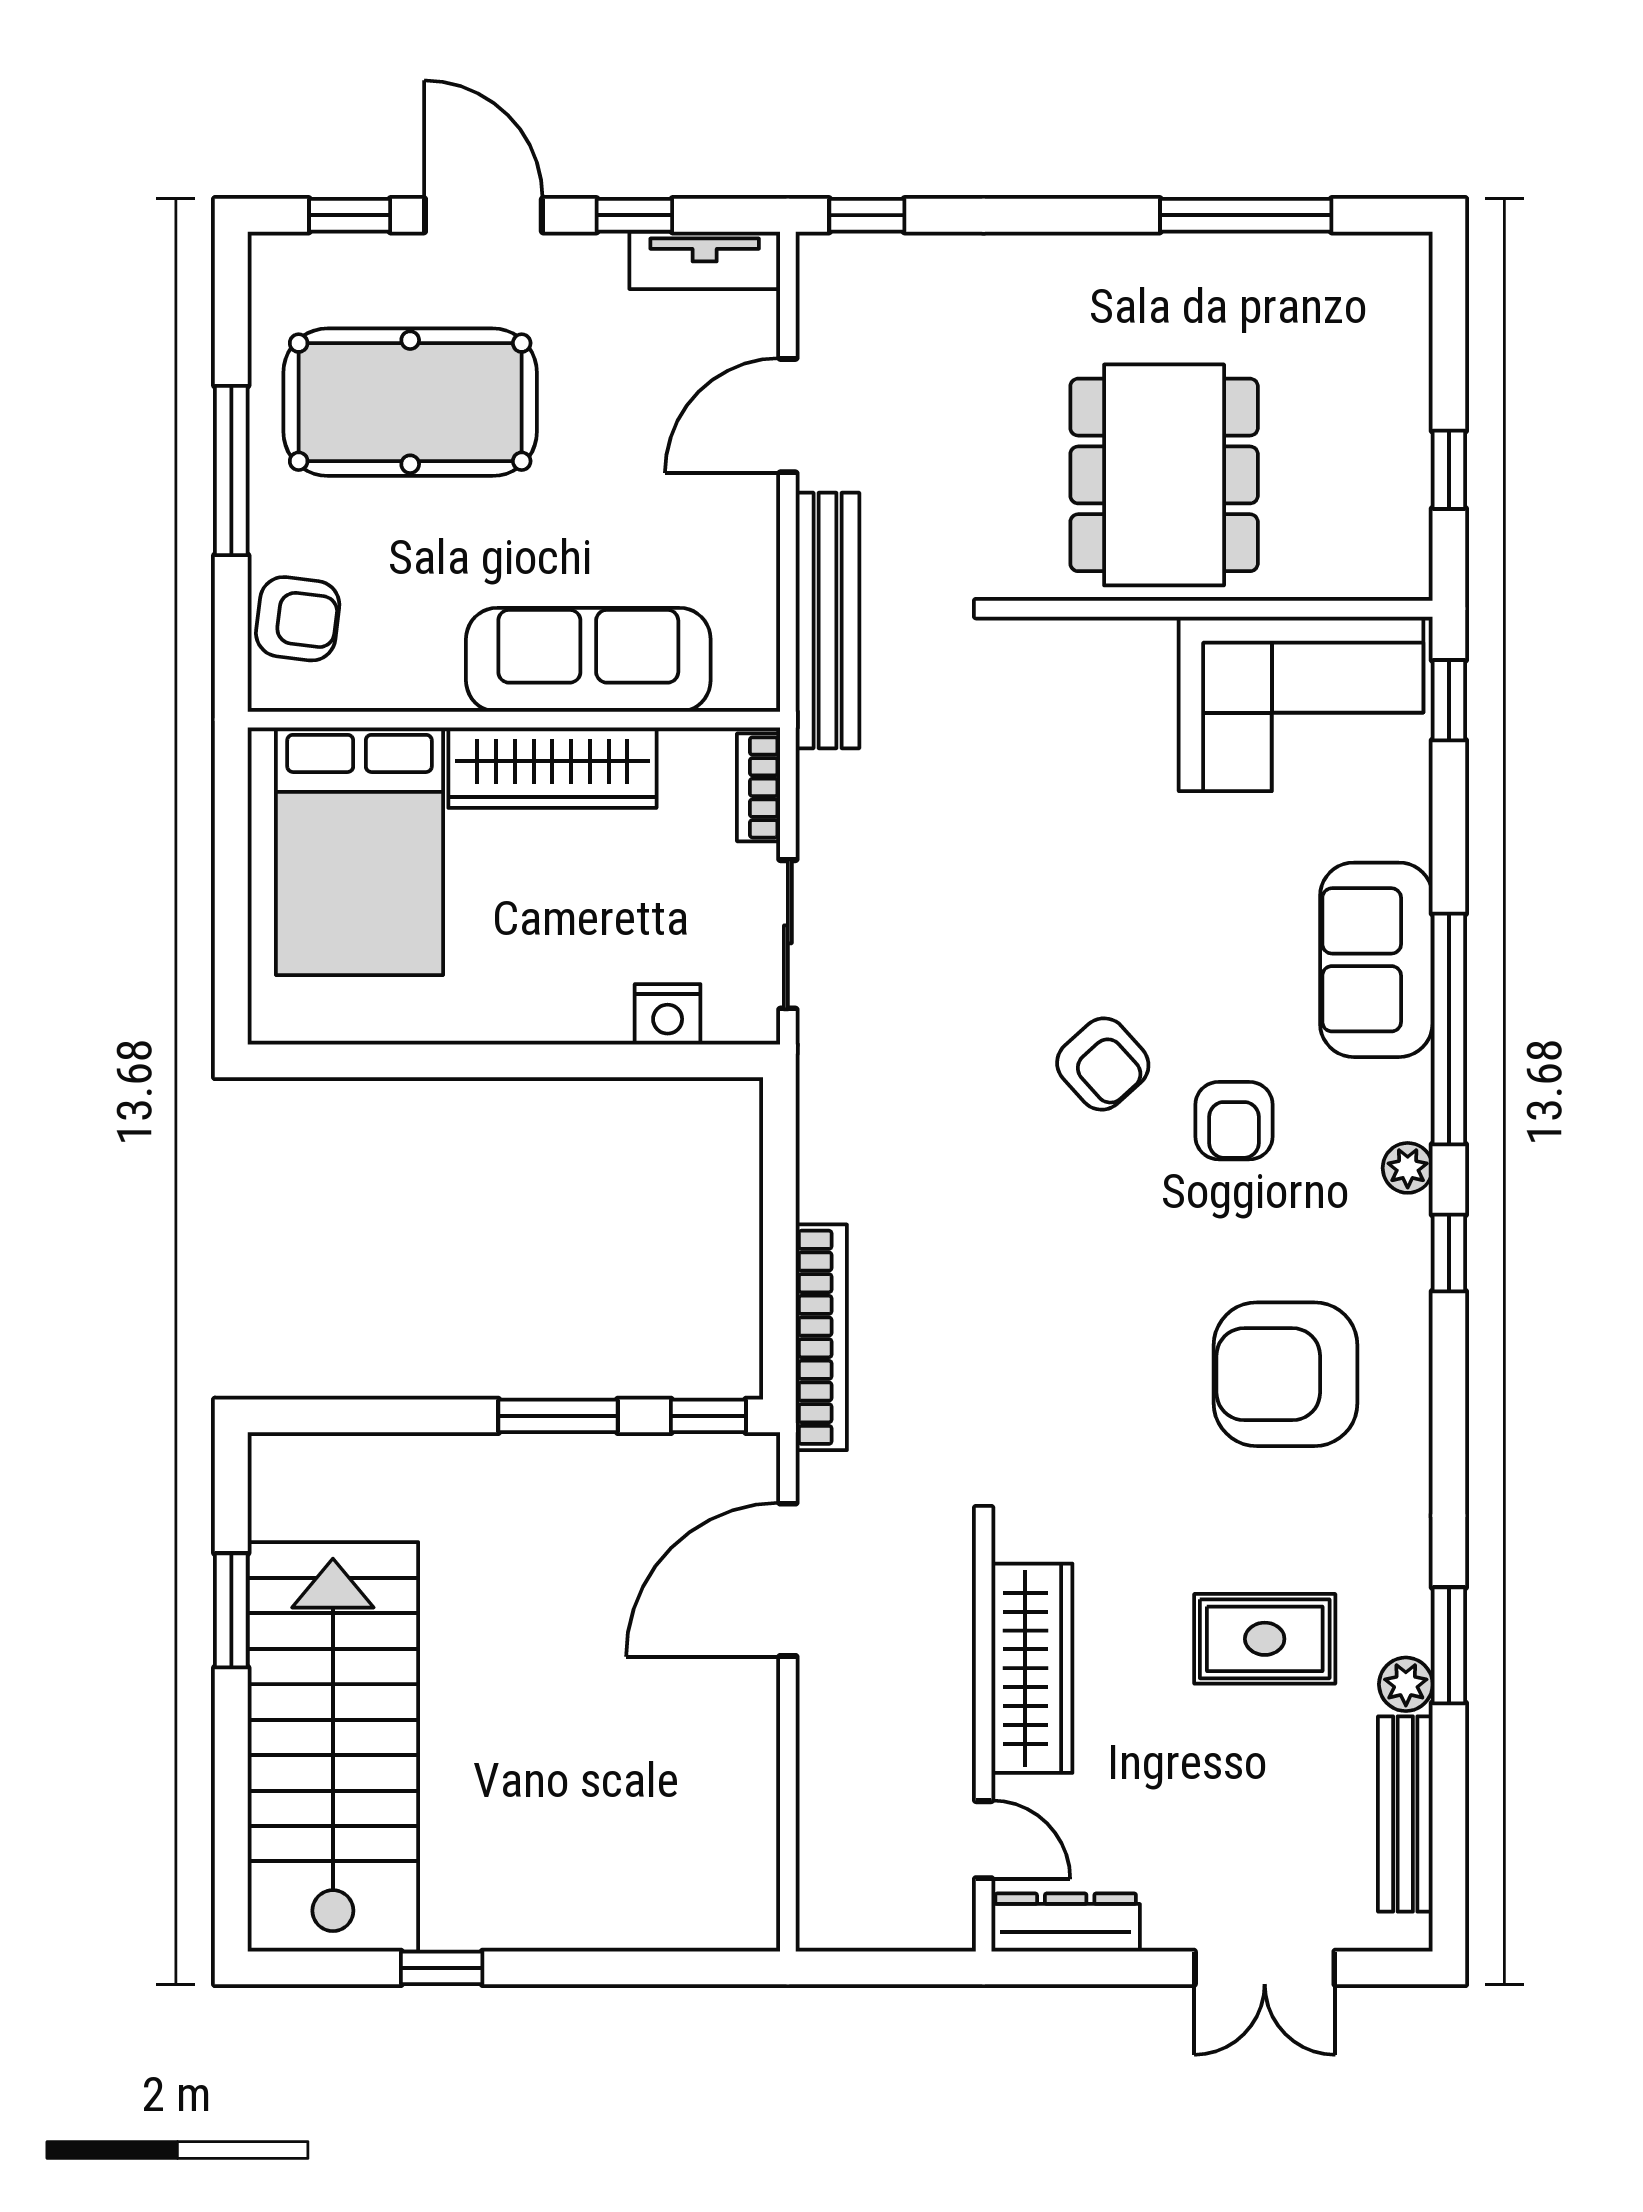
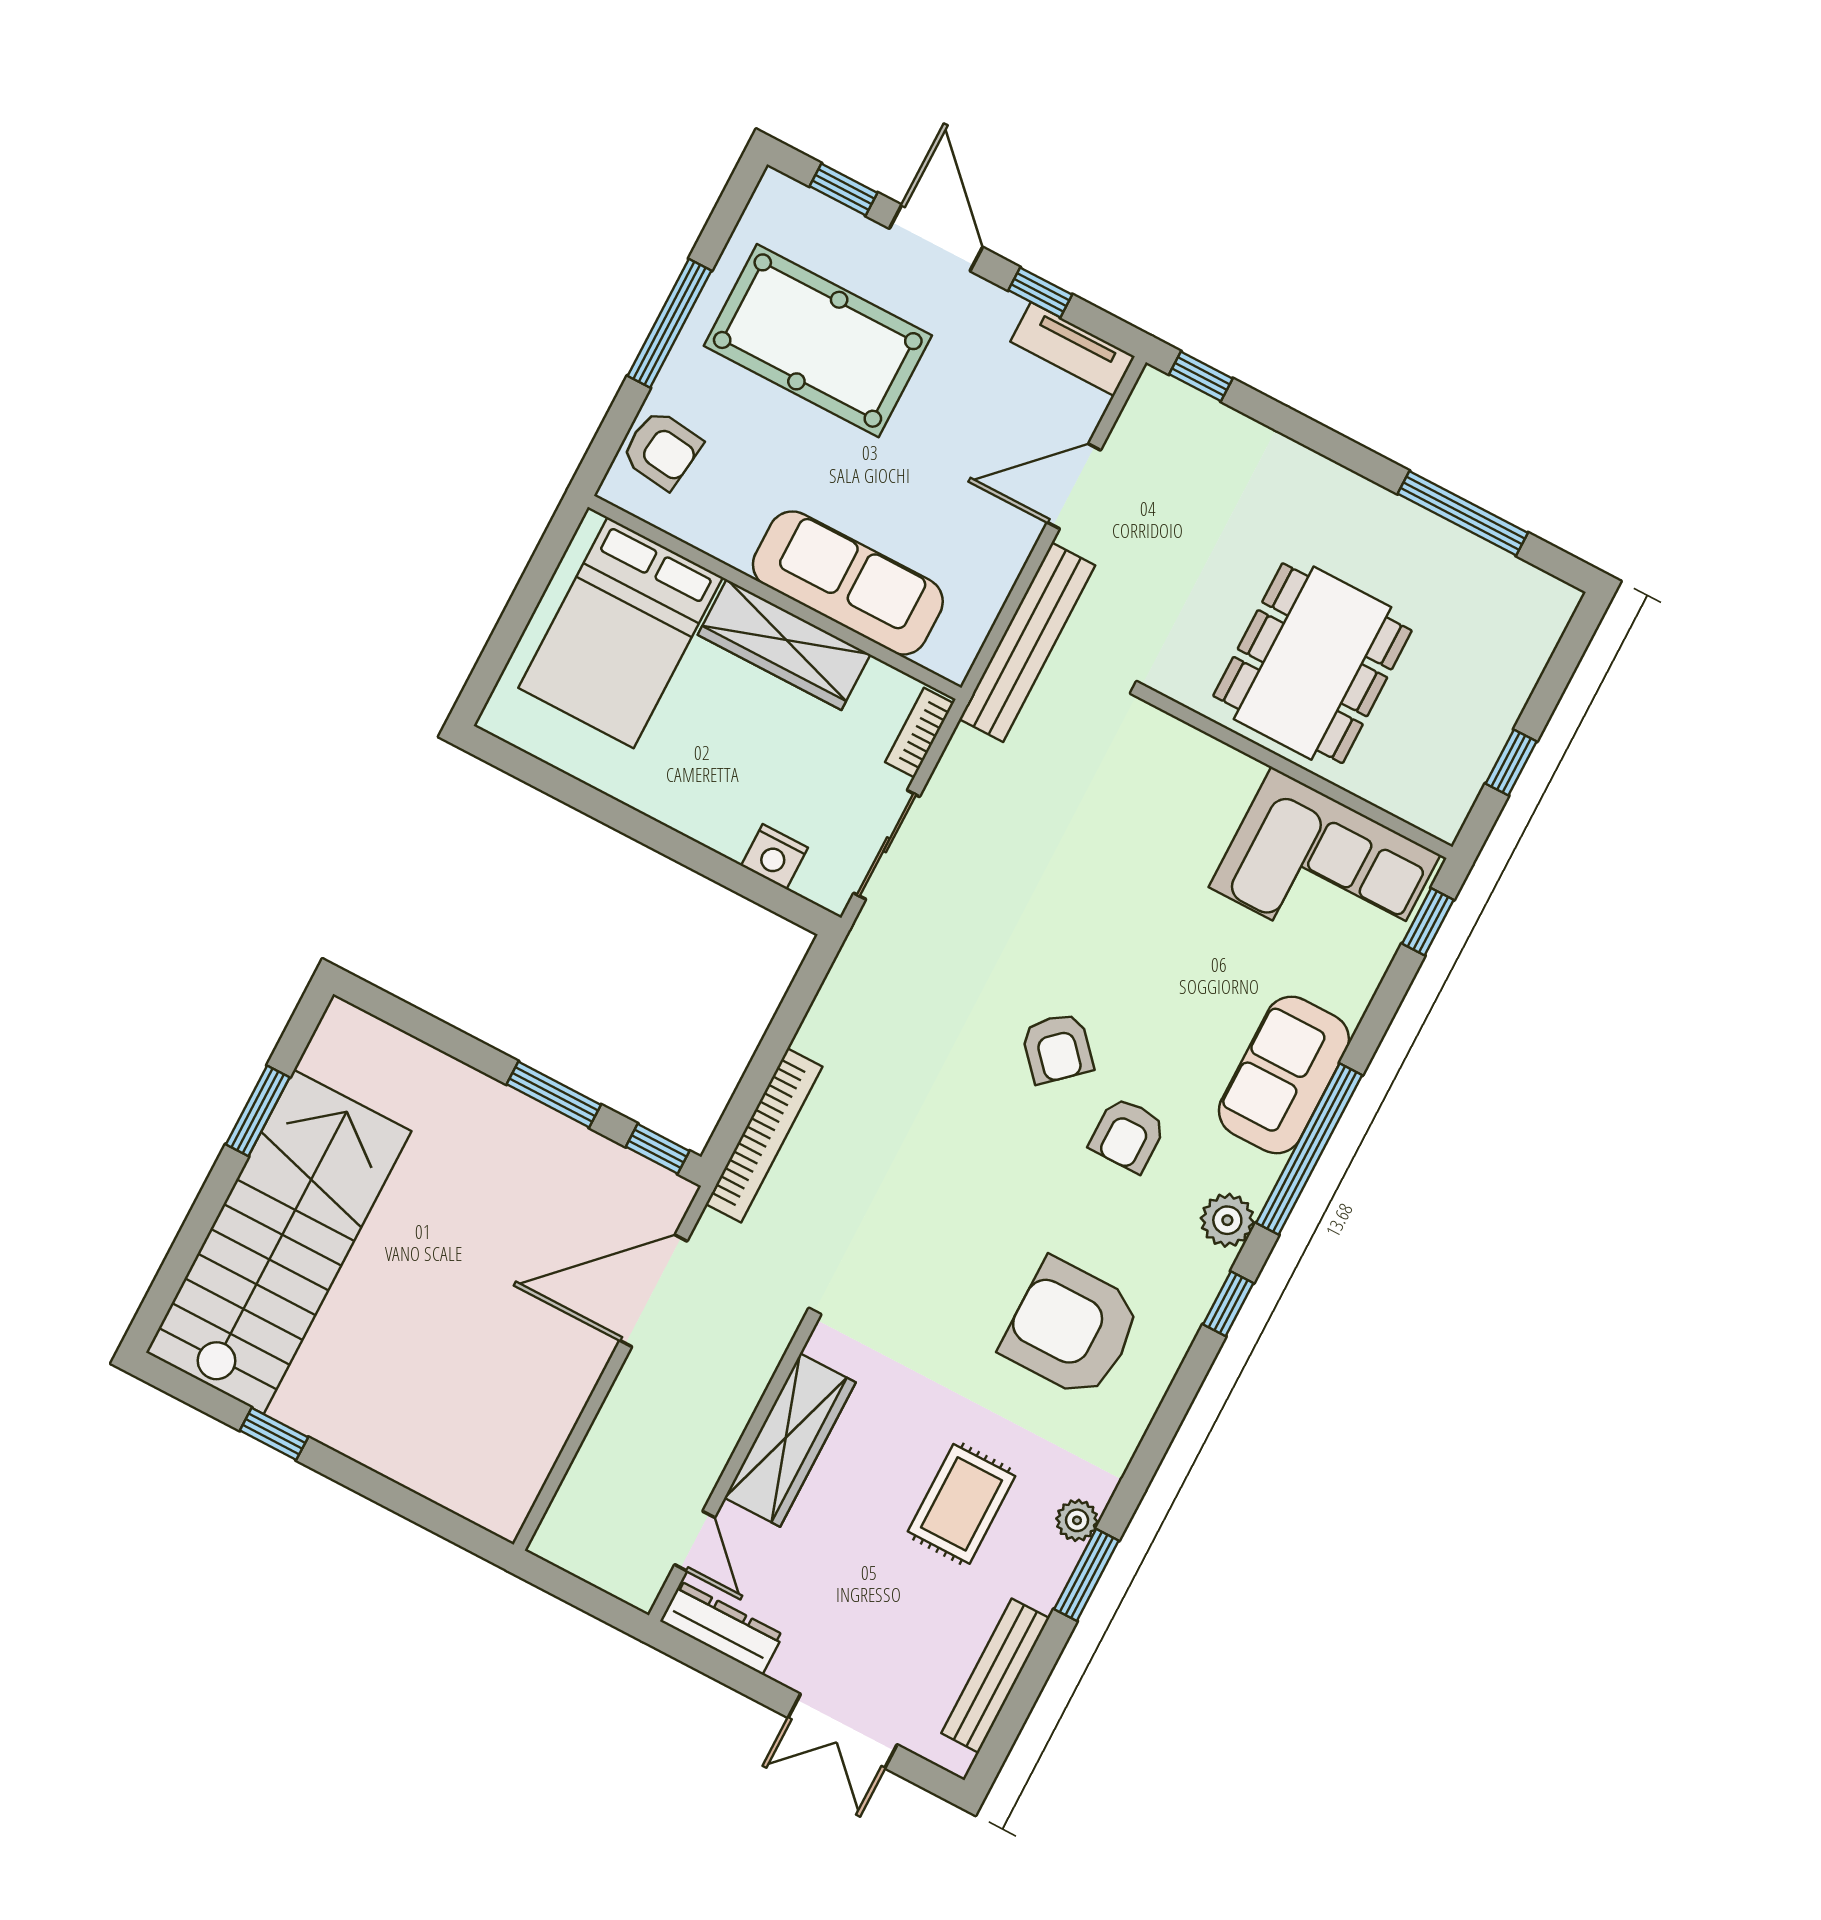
plant: (1408, 1168) -> (1227, 1220), width x1.38, depth x1.38
rug: (1265, 1639) -> (962, 1504), turned 90
plant: (1406, 1684) -> (1077, 1520), moved

